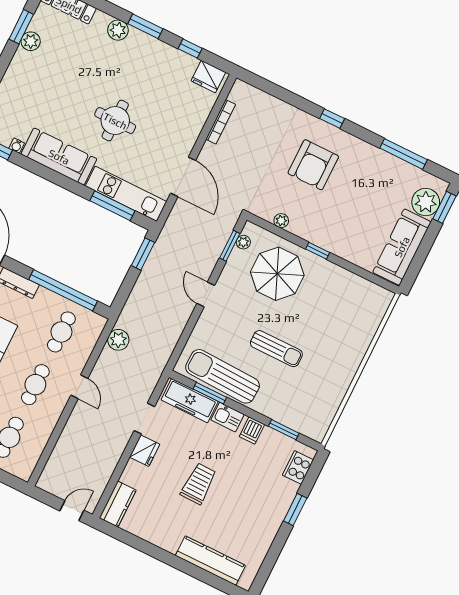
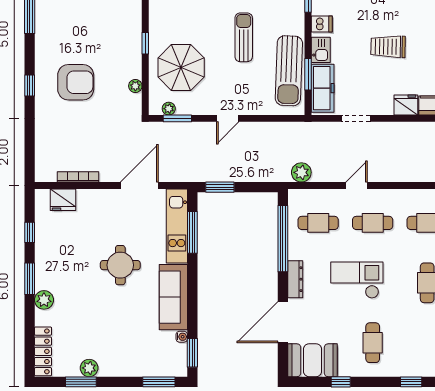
fridge: (208, 77) -> (63, 200), moved, turned 90
fridge: (145, 451) -> (406, 105), moved

